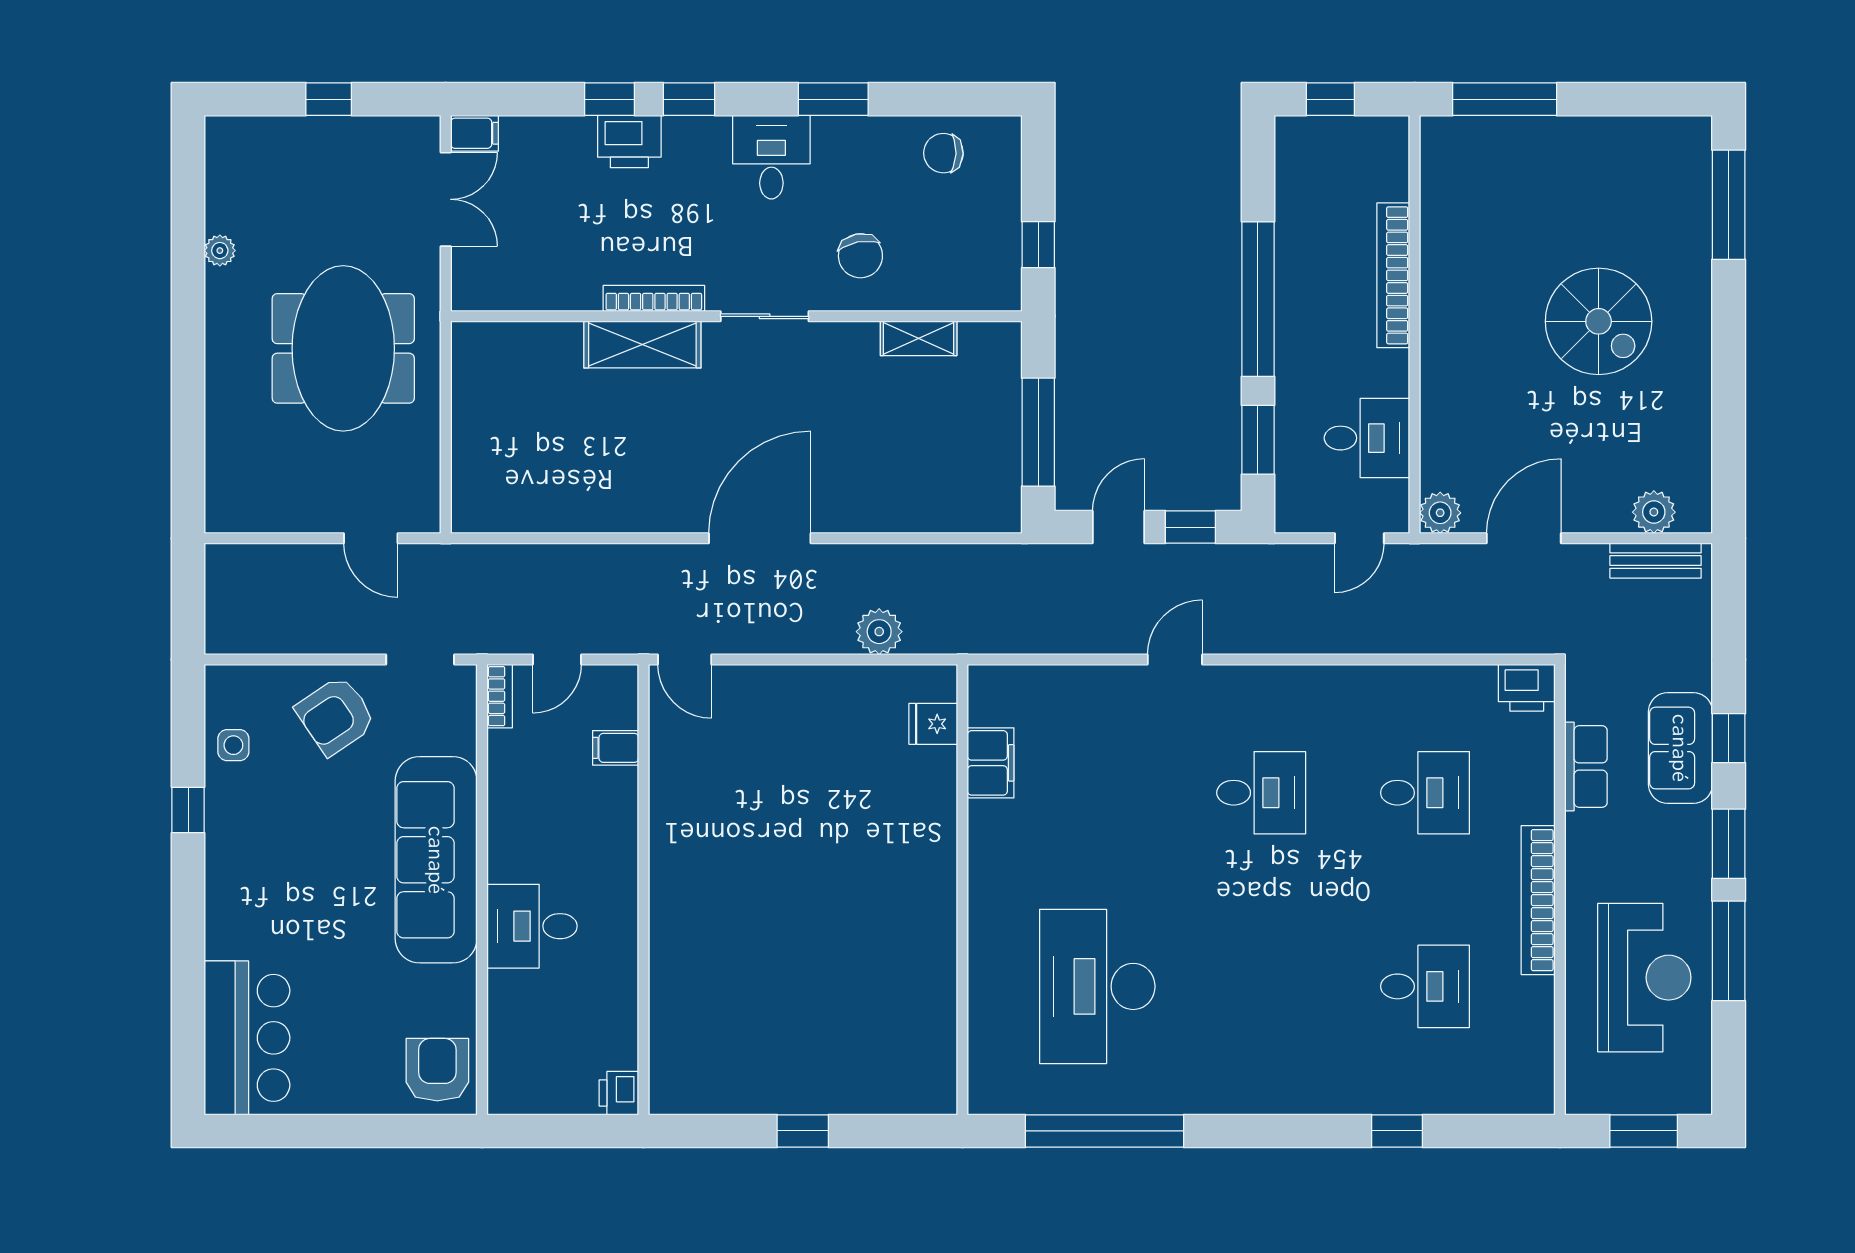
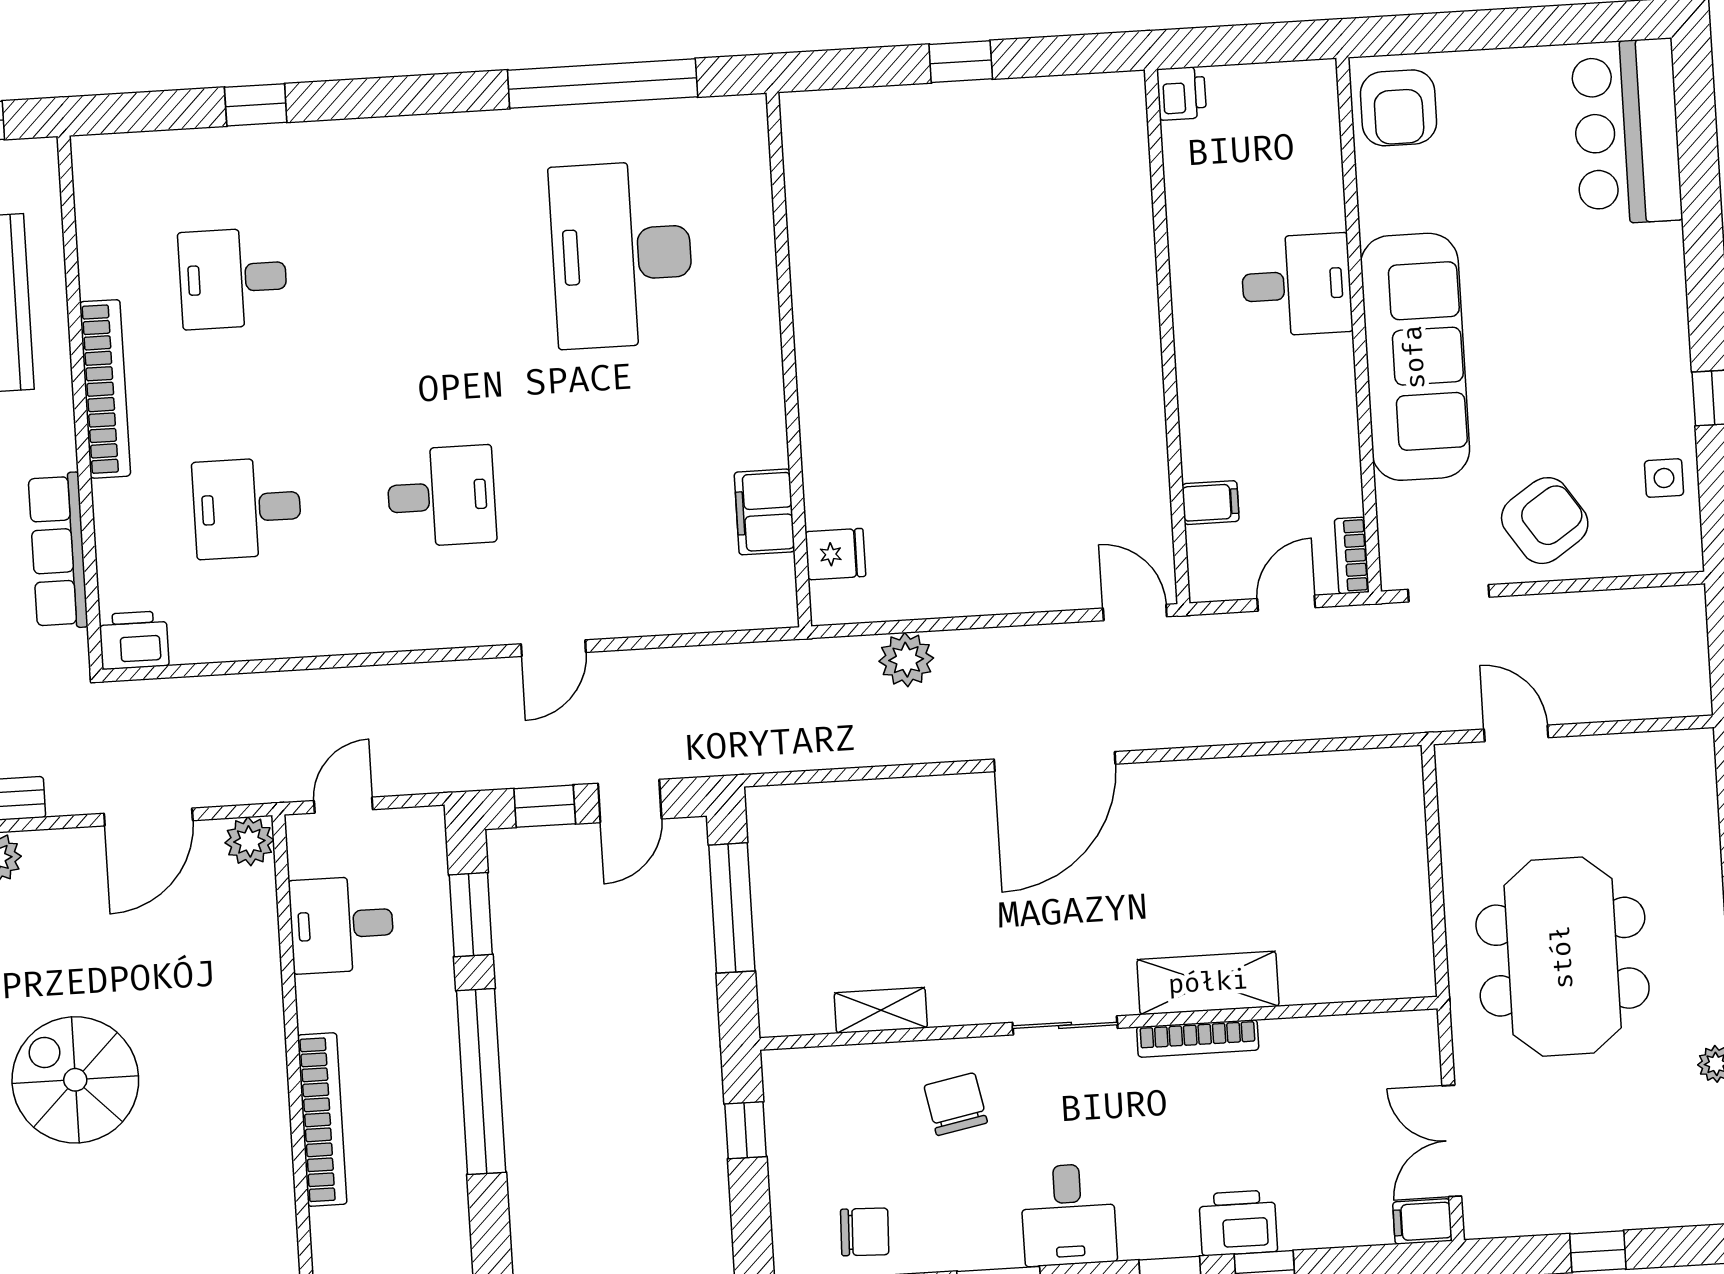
row of seats: (1586, 767) -> (58, 551), width x1.48
desk: (1261, 793) -> (441, 496), turned 180
desk: (1097, 986) -> (622, 255), turned 180

